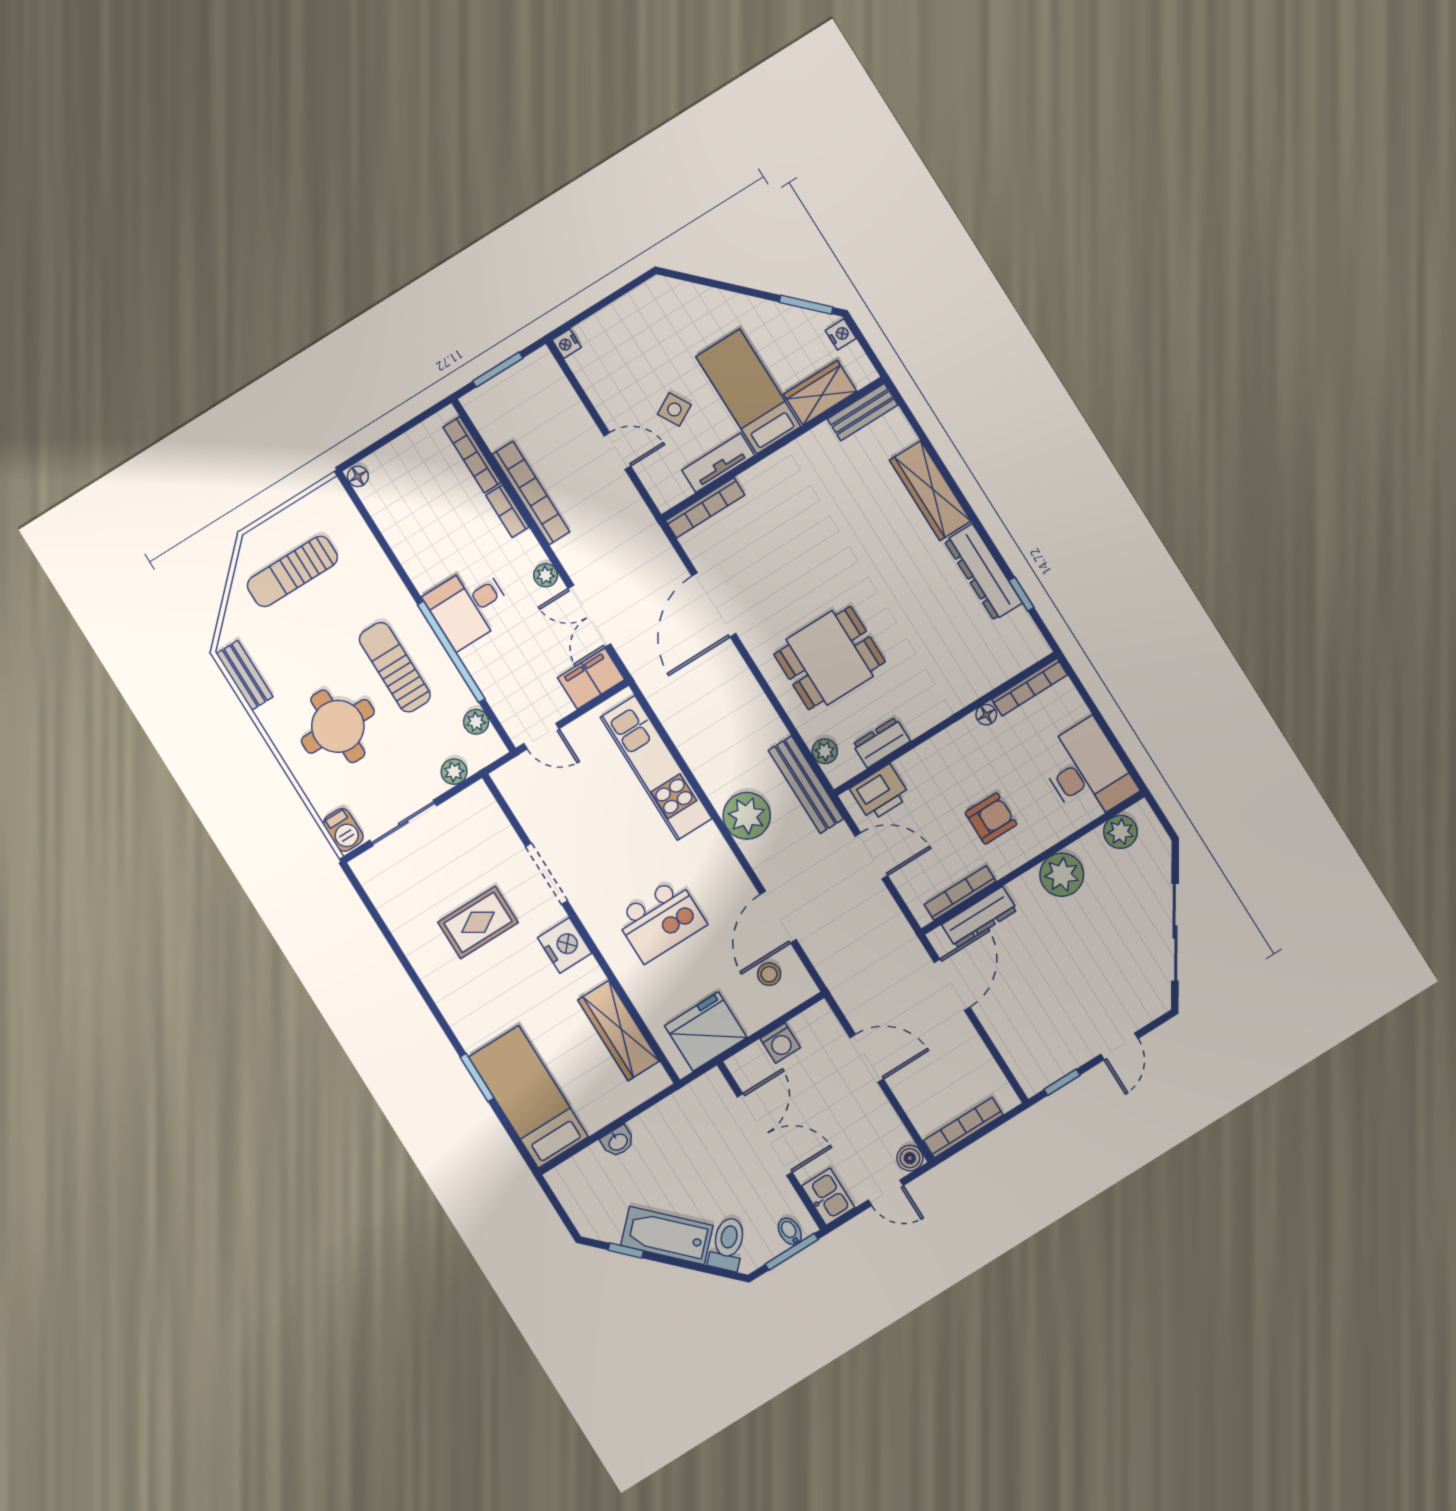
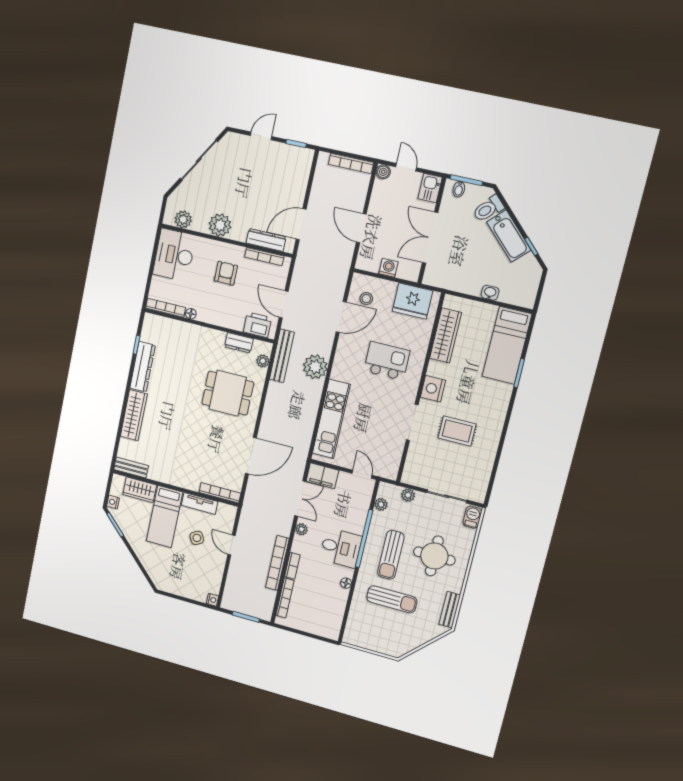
floor lamp: (358, 476) -> (346, 583), moved
sun lounger: (292, 571) -> (392, 599), moved
armchair: (991, 818) -> (226, 273), turned 90

